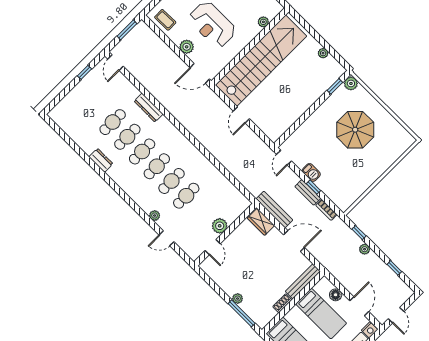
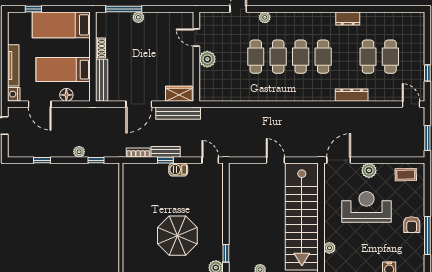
cafe table: (127, 137) -> (390, 57), moved

